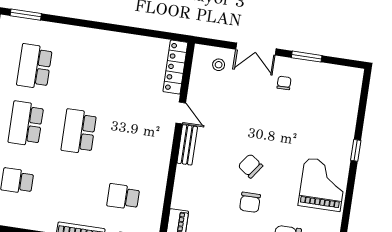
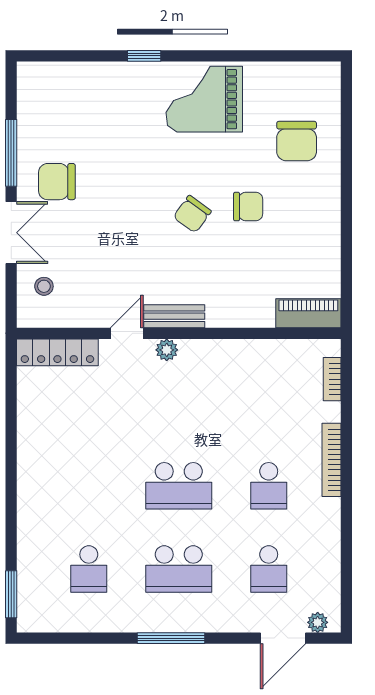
window: (307, 57) -> (11, 153), width x1.44
school desk: (34, 66) -> (89, 569), width x0.54
chair: (284, 83) -> (57, 182), width x1.87, depth x1.87
plant: (166, 137) -> (167, 350), added
school desk: (123, 197) -> (269, 486), moved

